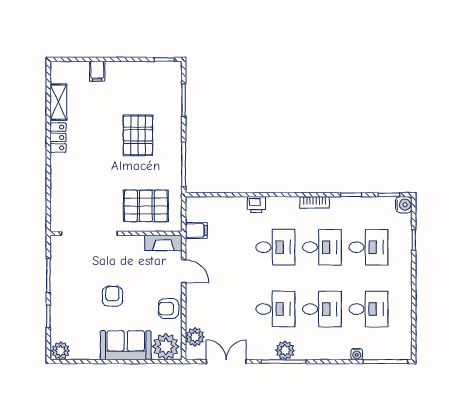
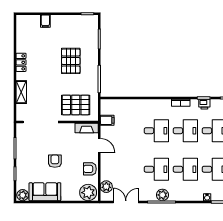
shelving: (58, 102) -> (21, 92), moved
printer: (256, 205) -> (204, 104), moved
sofa: (126, 345) -> (45, 192), moved

